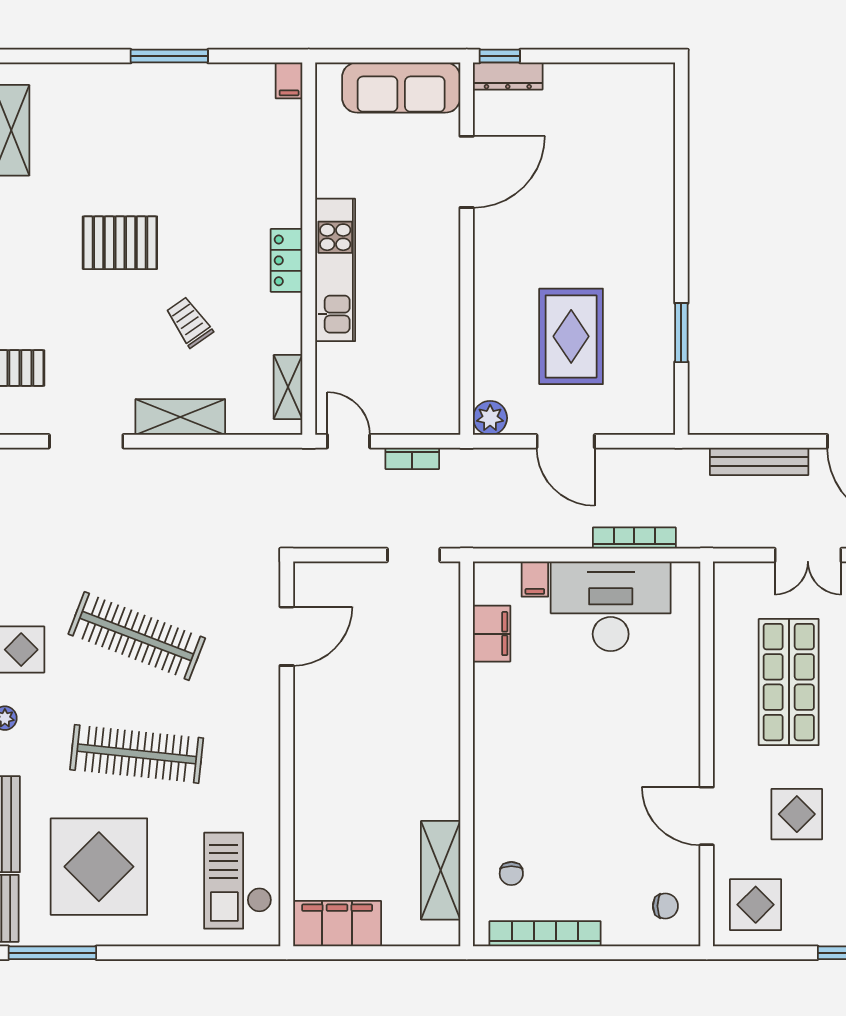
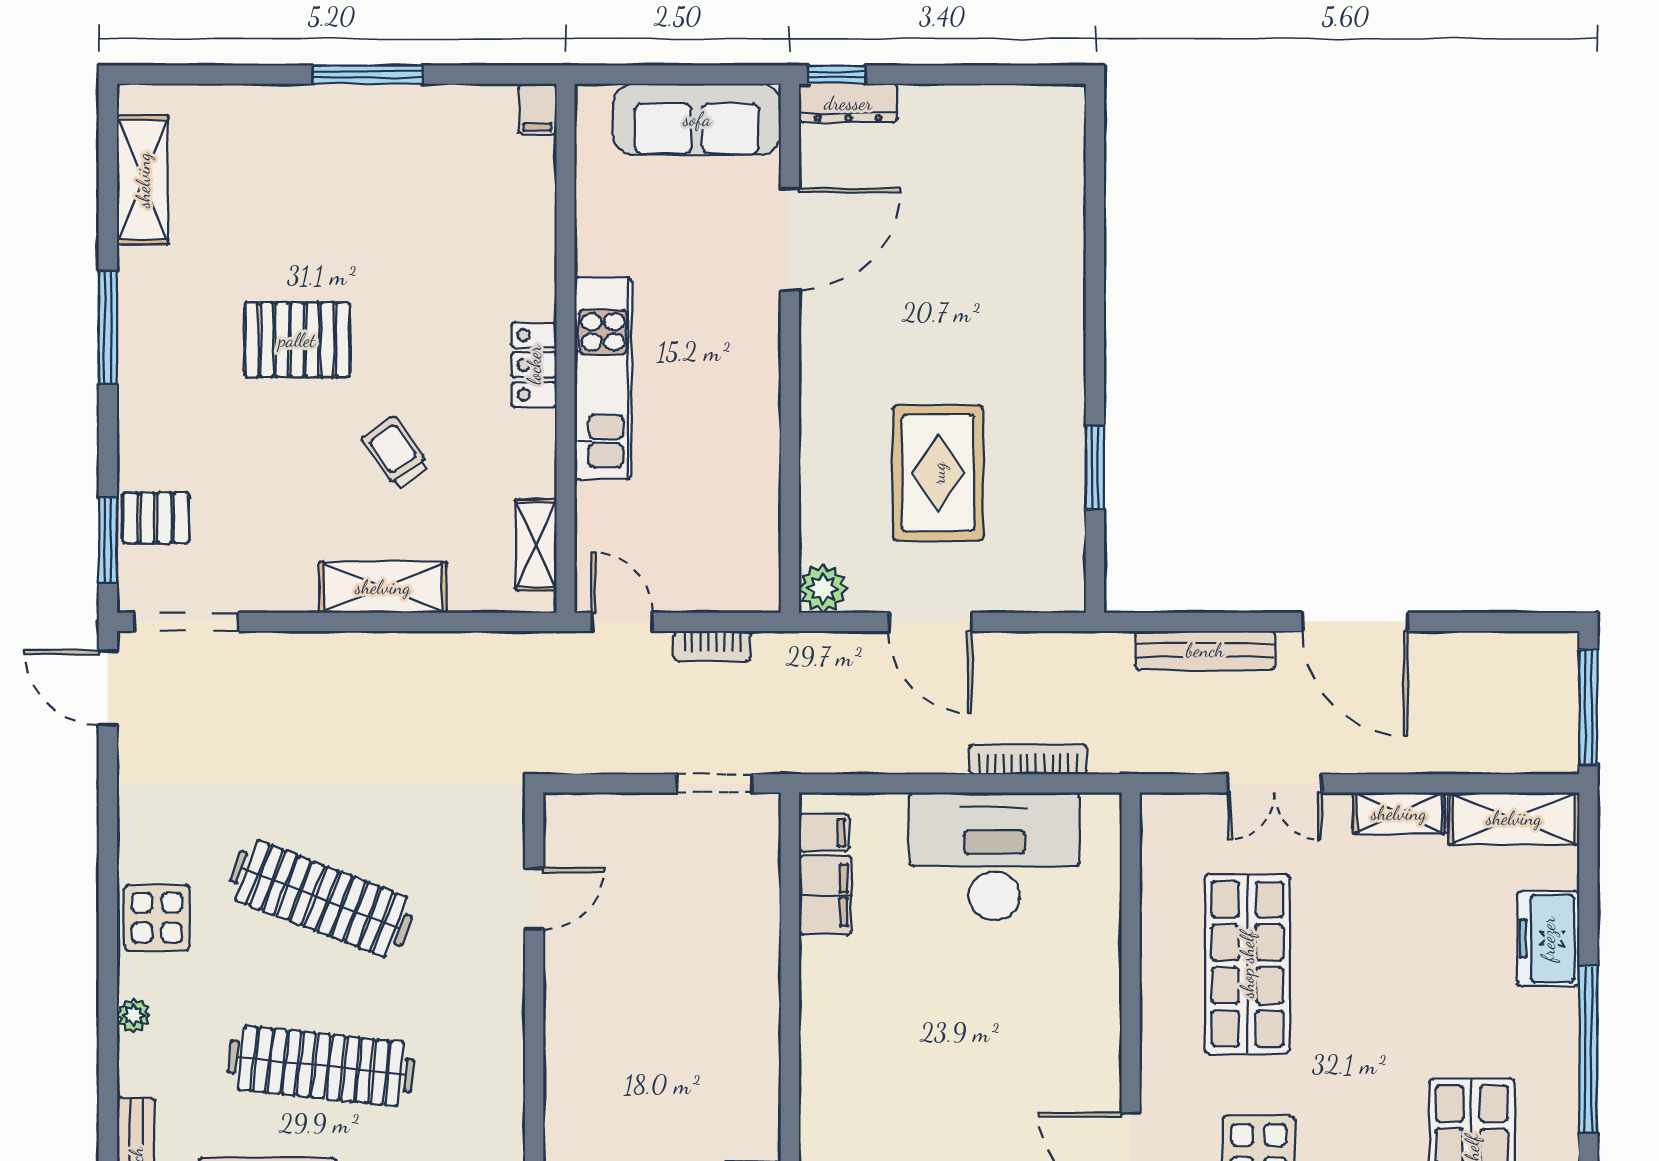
doorway: (86, 441) -> (186, 622), moved
filing cabinet: (535, 579) -> (824, 833), moved, turned -90
door: (287, 636) -> (534, 899), width x0.73

